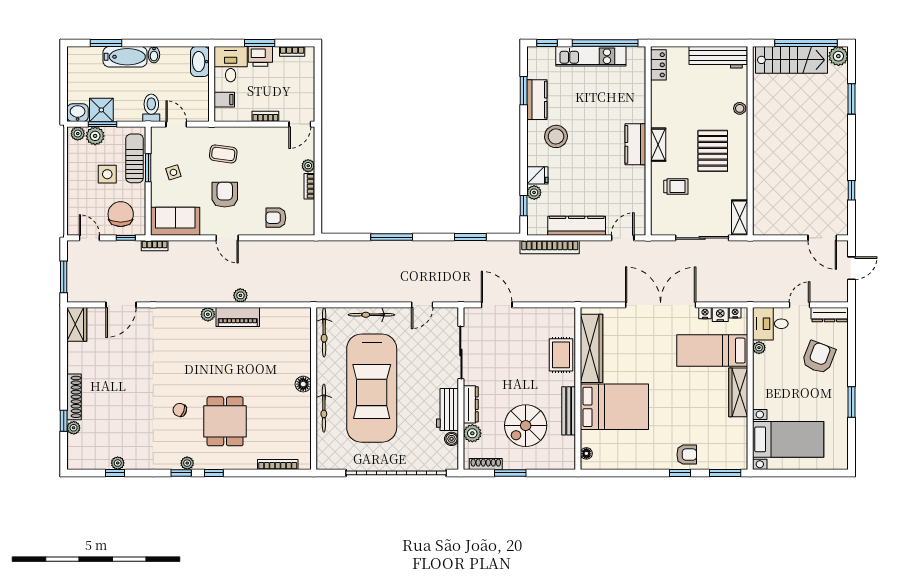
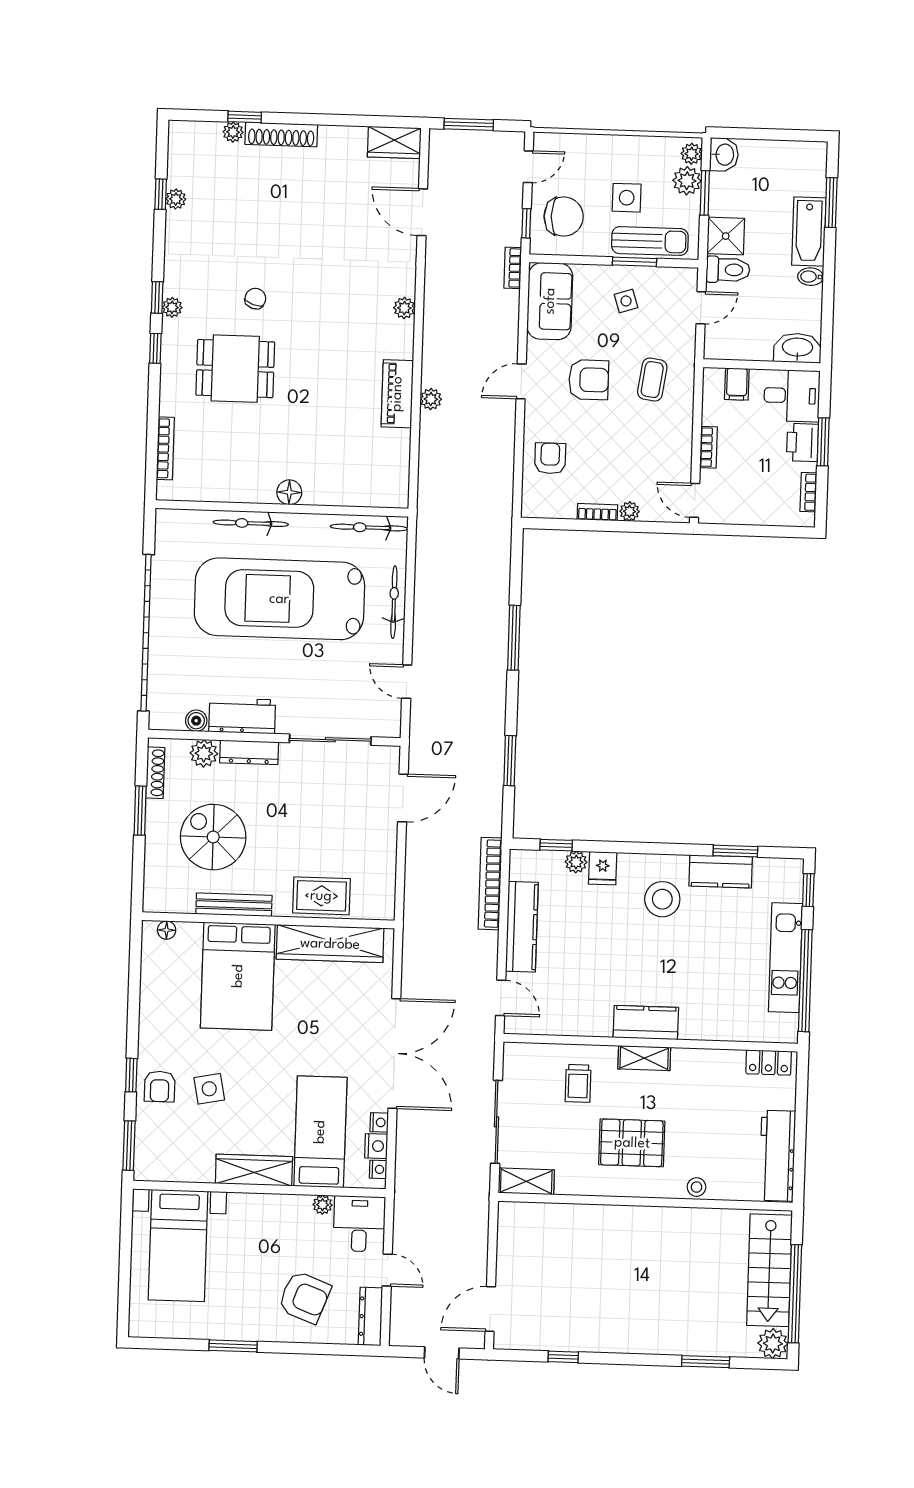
shower: (101, 110) -> (726, 236), moved
plant: (208, 314) -> (404, 308), moved
side table: (687, 423) -> (209, 1089), added

